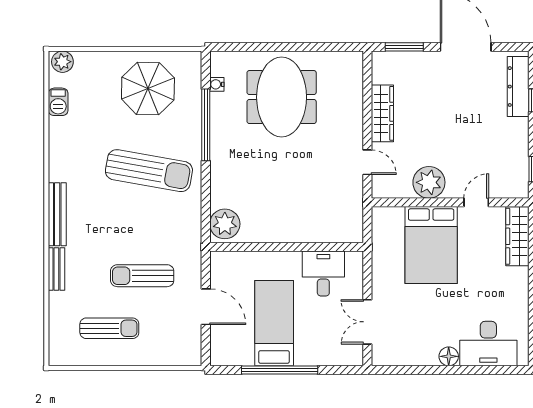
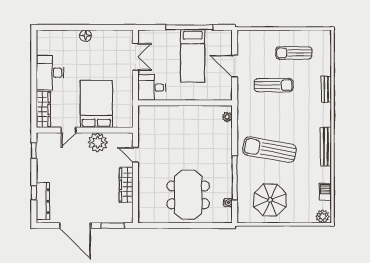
bench: (57, 214) -> (326, 147), moved
plant: (225, 224) -> (227, 117), width x0.53, depth x0.53
desk: (323, 273) -> (152, 88), moved, turned 90
desk: (488, 344) -> (50, 73), moved, turned -90

